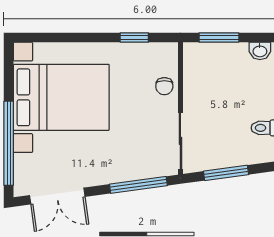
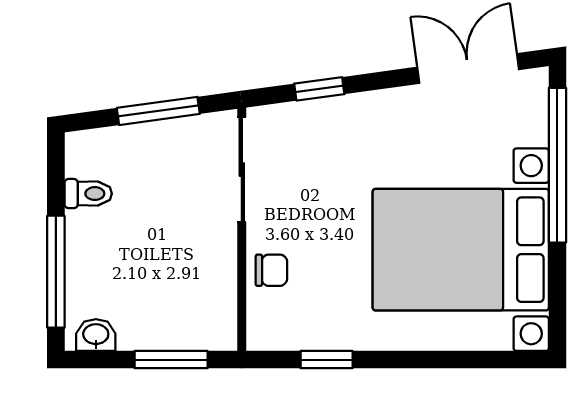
chair: (164, 86) -> (271, 270), turned 90
window: (138, 185) -> (319, 89), width x0.46

